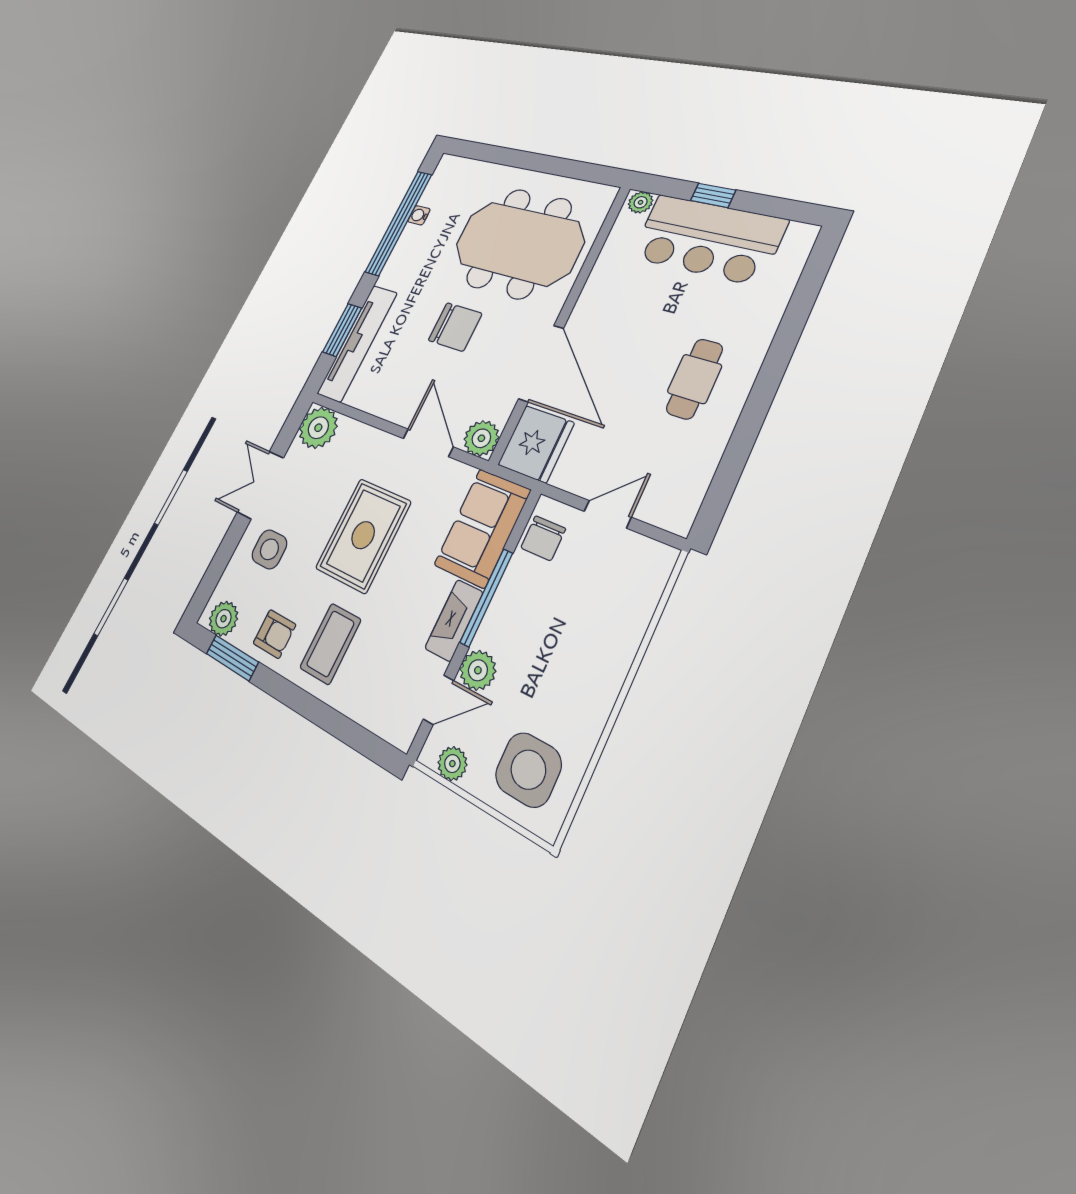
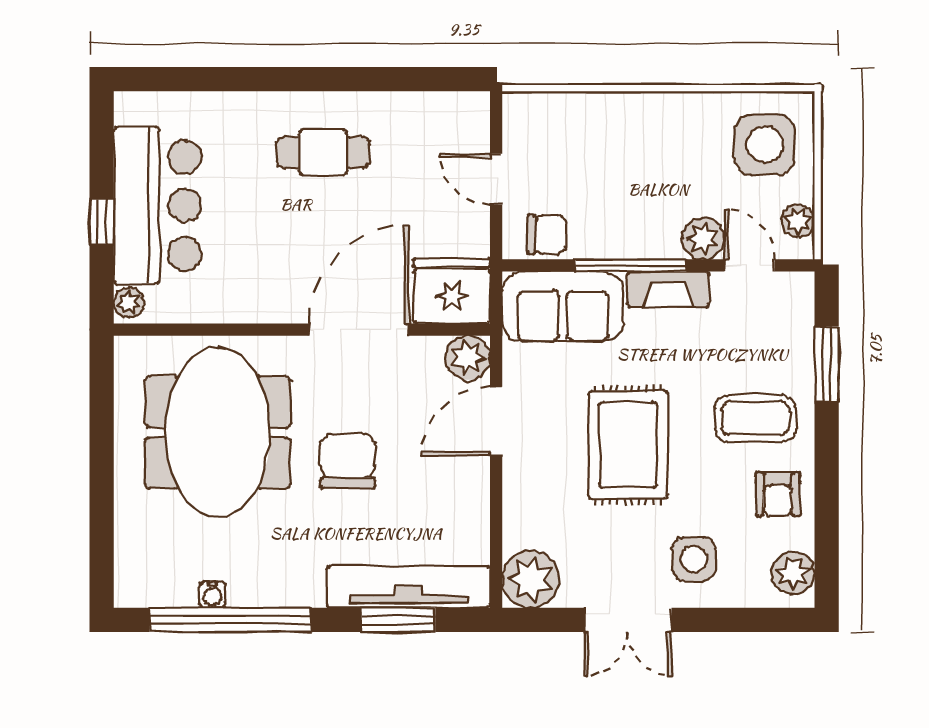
rug: (363, 535) -> (628, 445), turned 90
armchair: (274, 634) -> (778, 494), turned 180
window: (232, 658) -> (827, 364), moved

